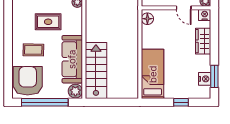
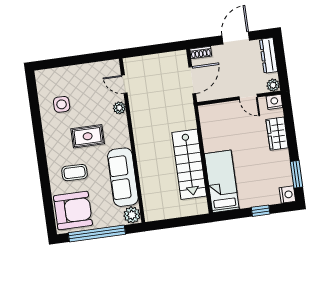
floor lamp: (147, 19) -> (206, 116), removed
stairs: (96, 70) -> (189, 164), moved, turned 180
nightstand: (205, 79) -> (287, 194), moved
armchair: (28, 81) -> (73, 211), turned 90

